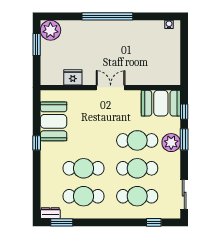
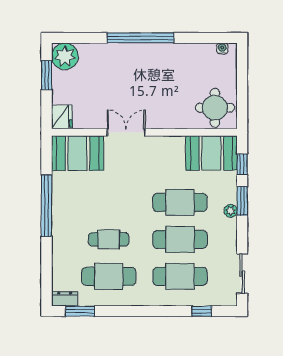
round table: (164, 69) -> (215, 108), added
fridge: (73, 77) -> (62, 117), moved, turned 90
double door: (111, 88) -> (126, 132), moved
booth: (54, 121) -> (78, 153), moved, turned 90
window: (37, 143) -> (47, 206), width x3.17
plant: (171, 143) -> (231, 211), width x0.53, depth x0.53
cafe table: (84, 168) -> (109, 239), width x0.73, depth x0.74

